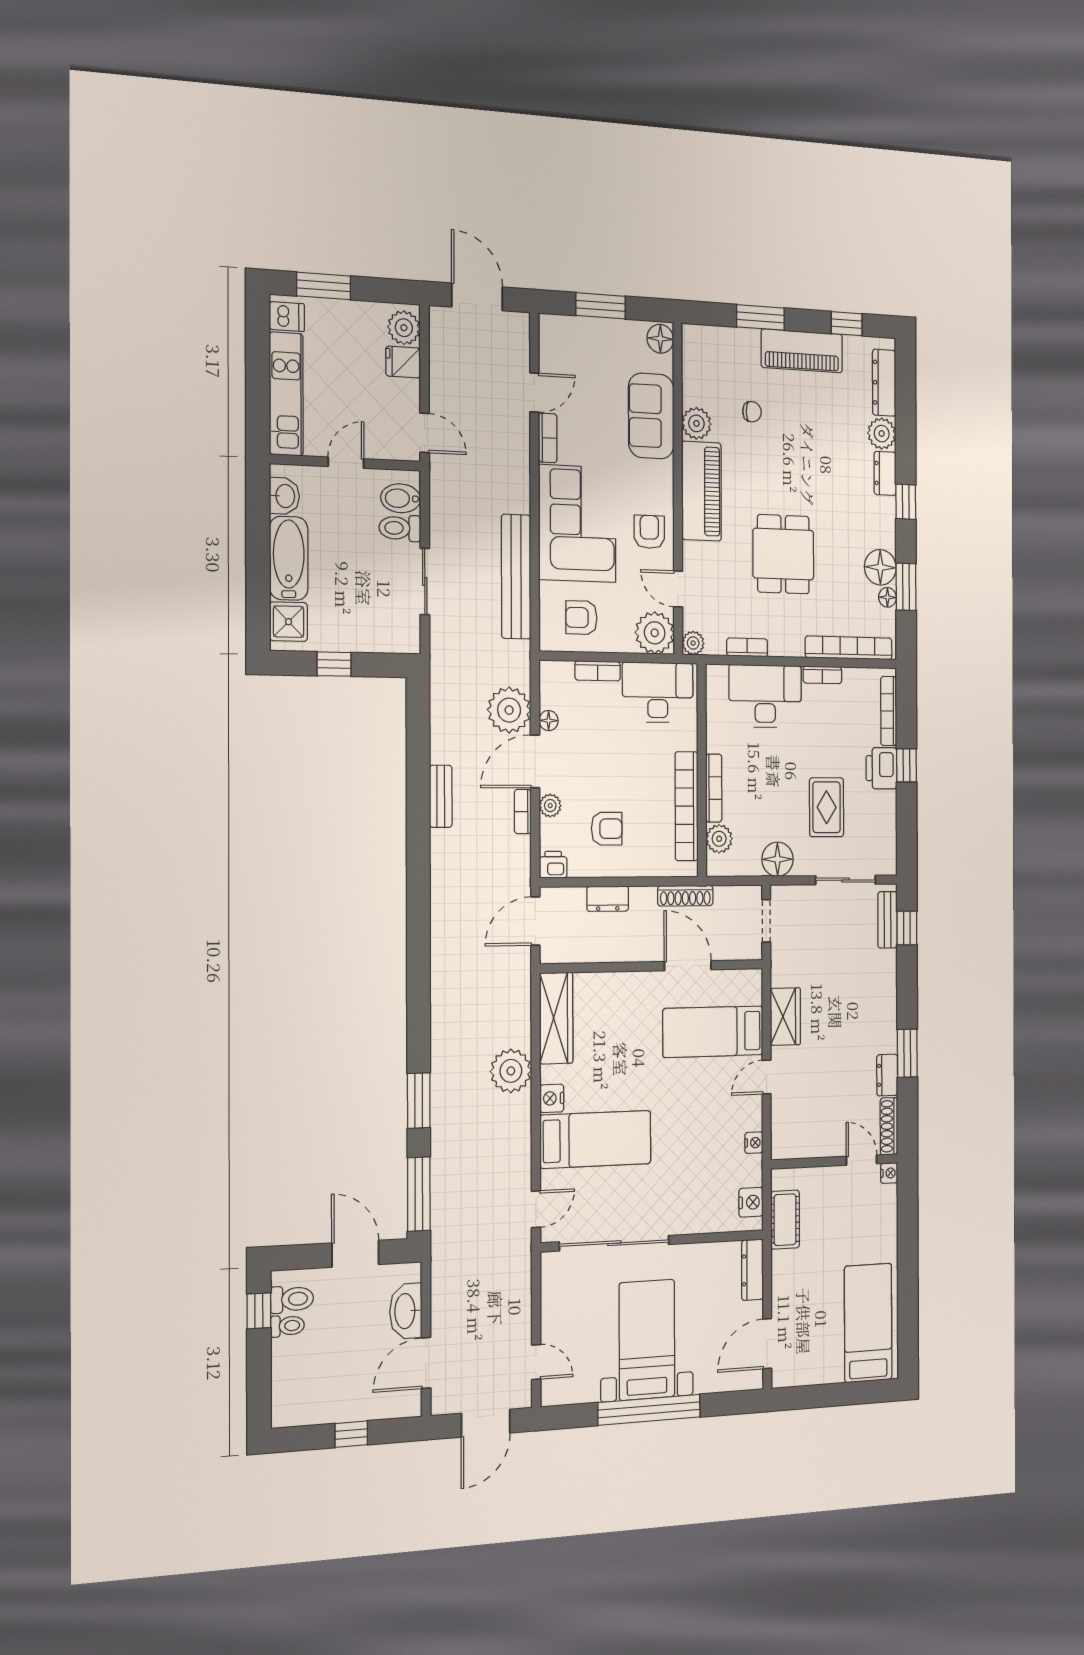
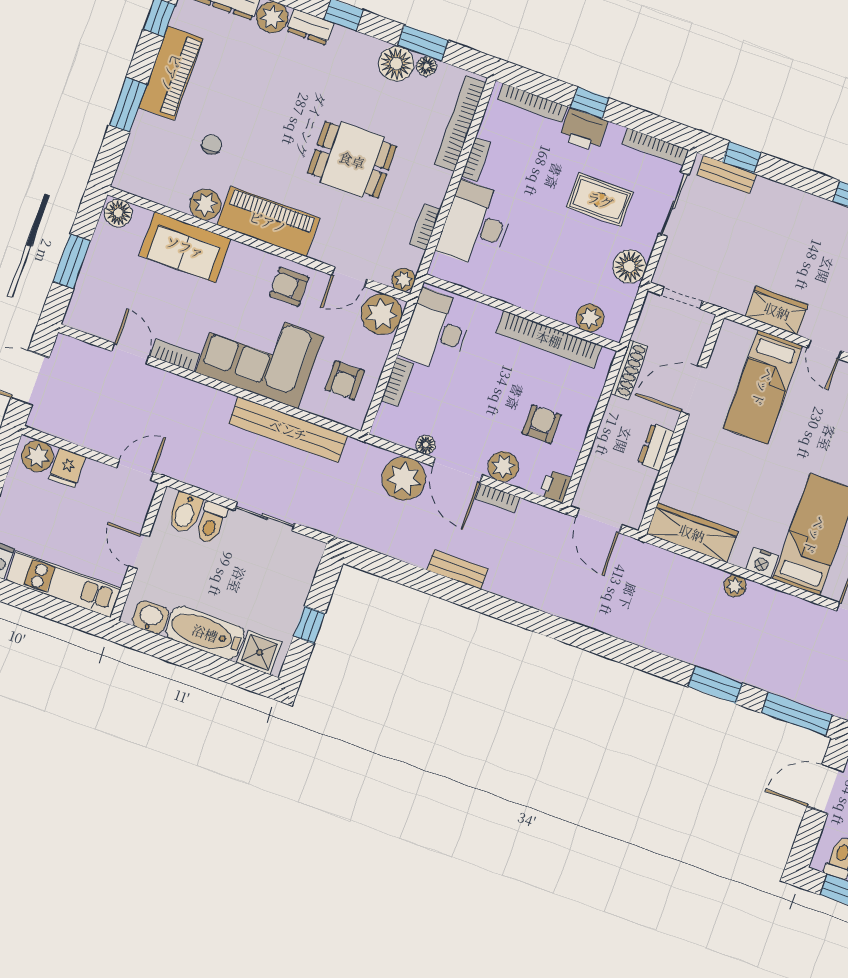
bookcase: (714, 788) -> (655, 147), moved, turned 180
plant: (550, 806) -> (503, 466), width x1.38, depth x1.38
dresser: (608, 899) -> (656, 447), moved, turned 180
plant: (511, 1071) -> (735, 586), width x0.53, depth x0.53

